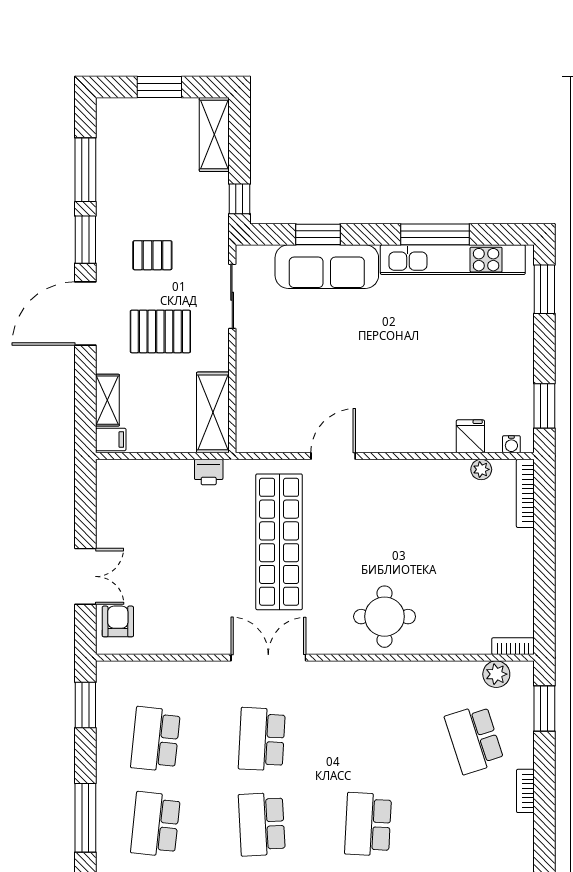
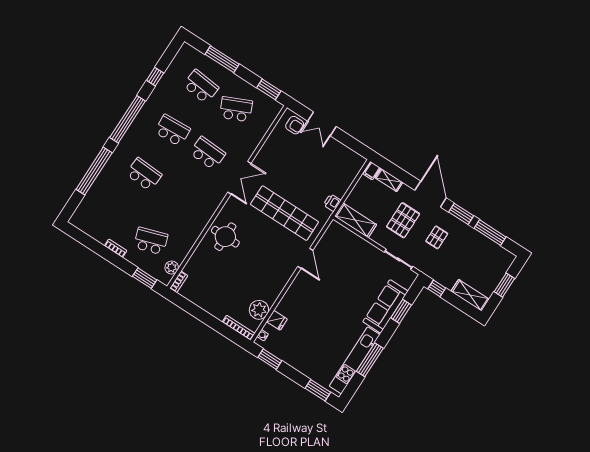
plant: (481, 469) -> (259, 310), width x1.88, depth x1.88
school desk: (155, 739) -> (236, 109), turned -30

